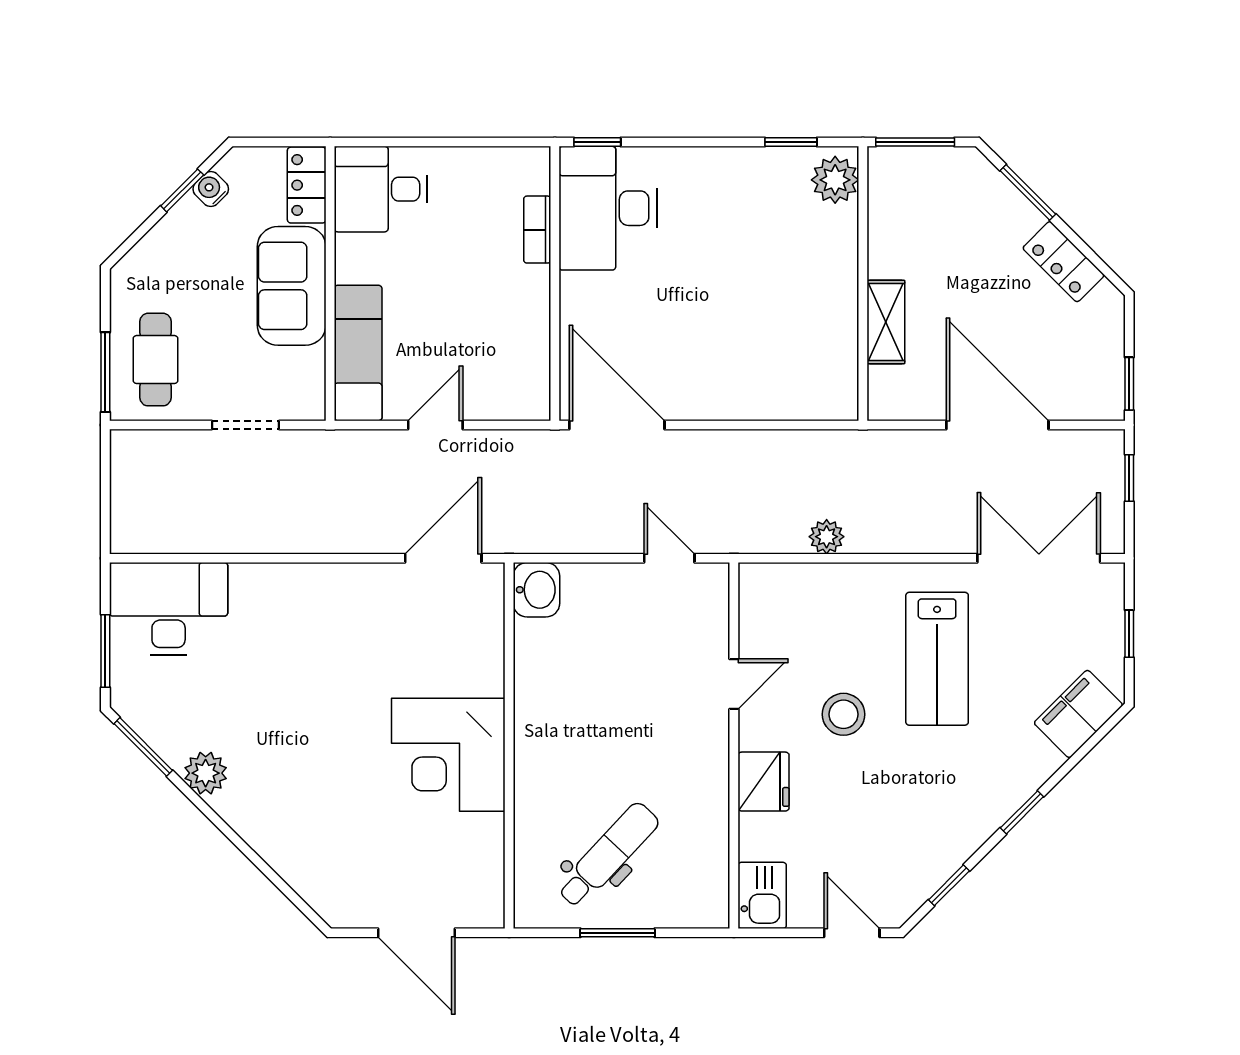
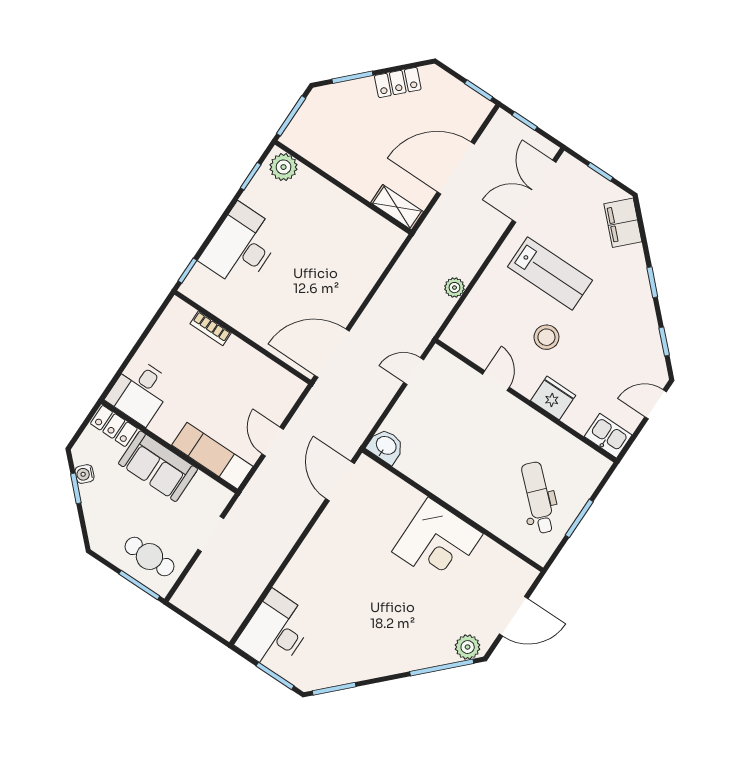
desk: (608, 208) -> (241, 246), moved, turned 90
shelving: (886, 322) -> (397, 207), moved
plant: (206, 773) -> (468, 647), moved
window: (276, 879) -> (442, 667), added

